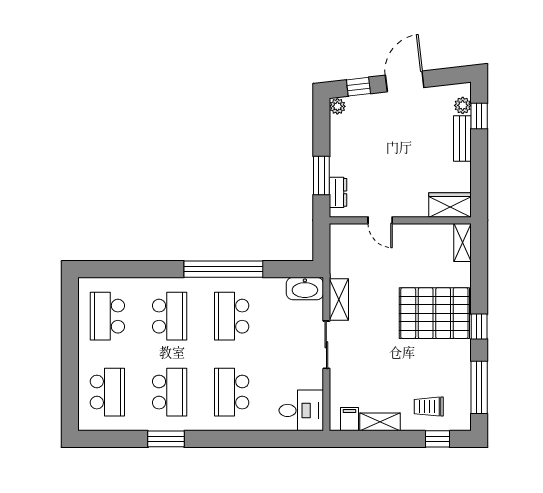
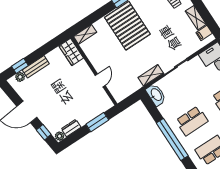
dresser: (338, 192) -> (71, 128), moved

